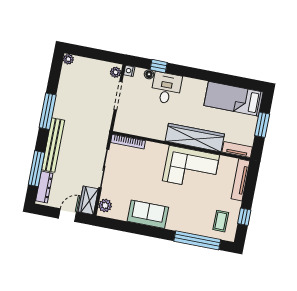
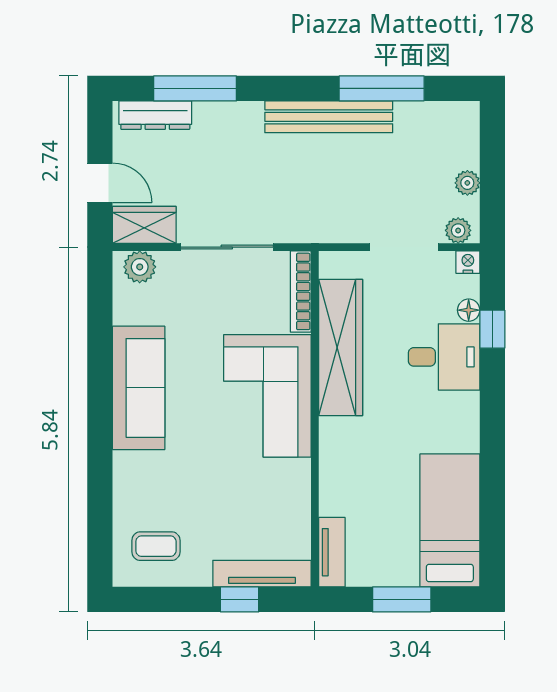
plant: (68, 59) -> (467, 183), moved
window: (48, 111) -> (382, 88), moved
wardrobe: (195, 138) -> (341, 347), moved
bench: (53, 145) -> (329, 117), moved
corner sofa: (191, 168) -> (267, 396), moved
sofa: (148, 214) -> (139, 388), width x1.36
window: (244, 217) -> (240, 599), moved
window: (197, 240) -> (100, 499), removed

